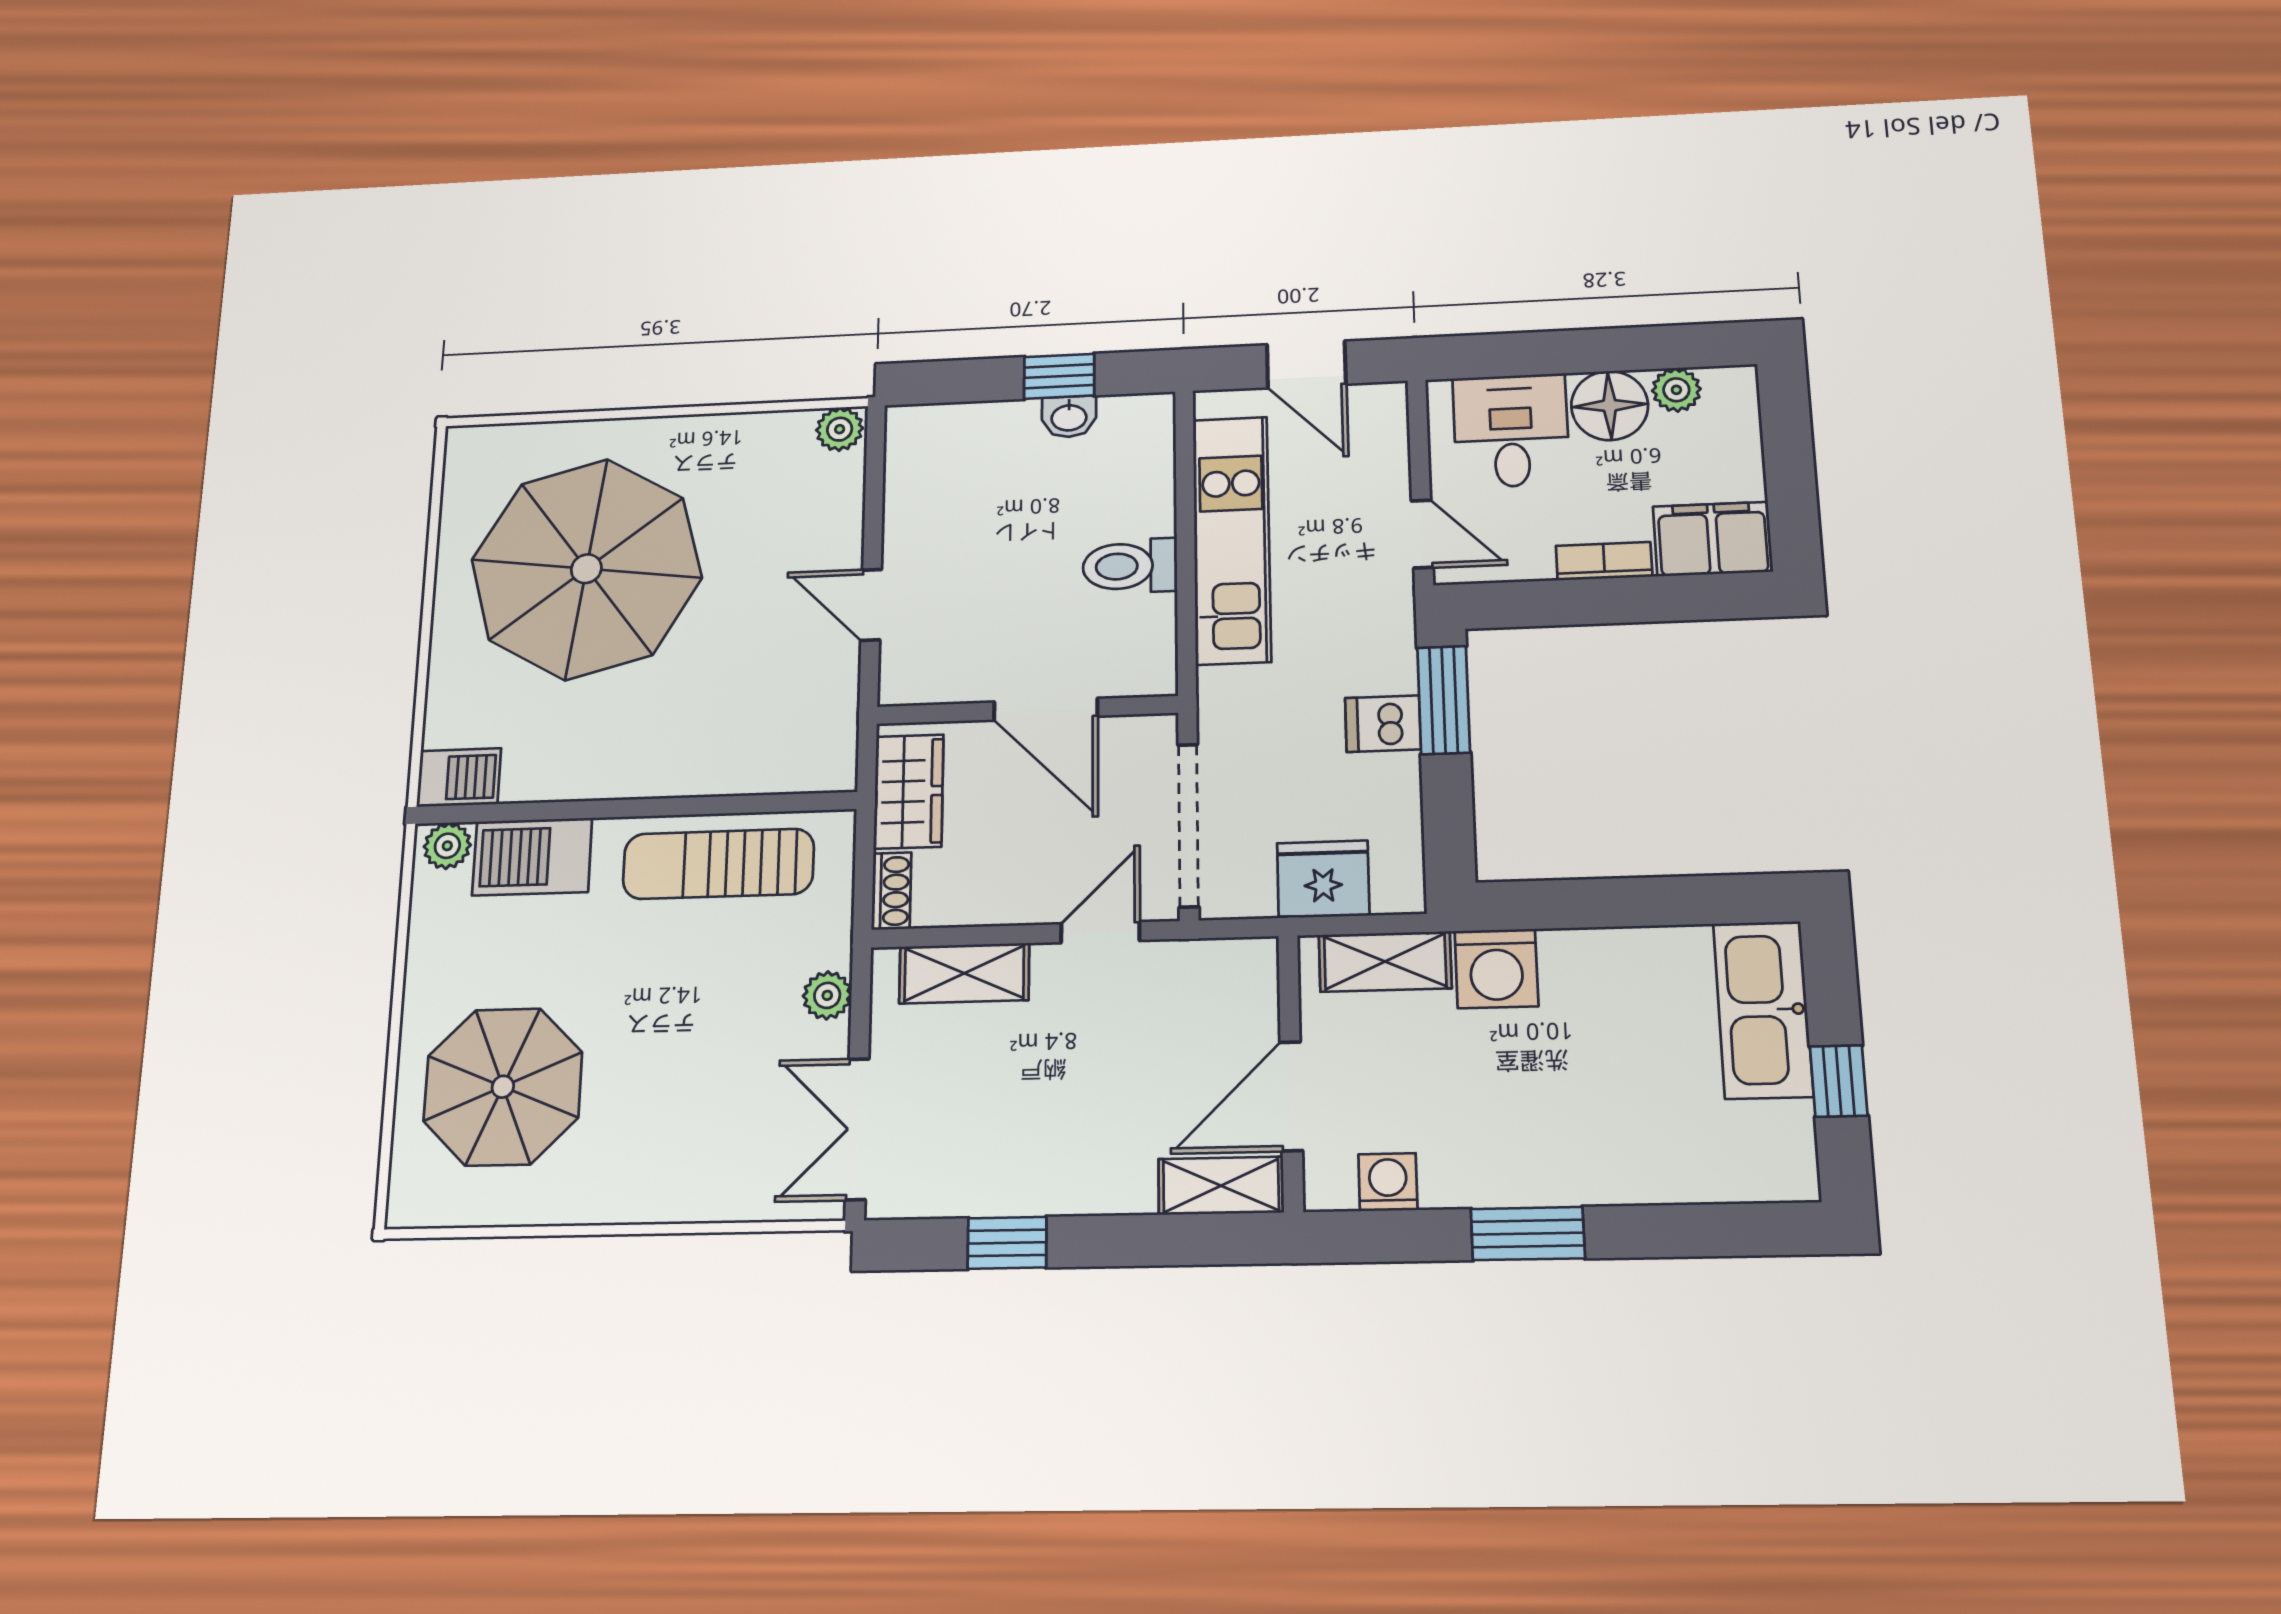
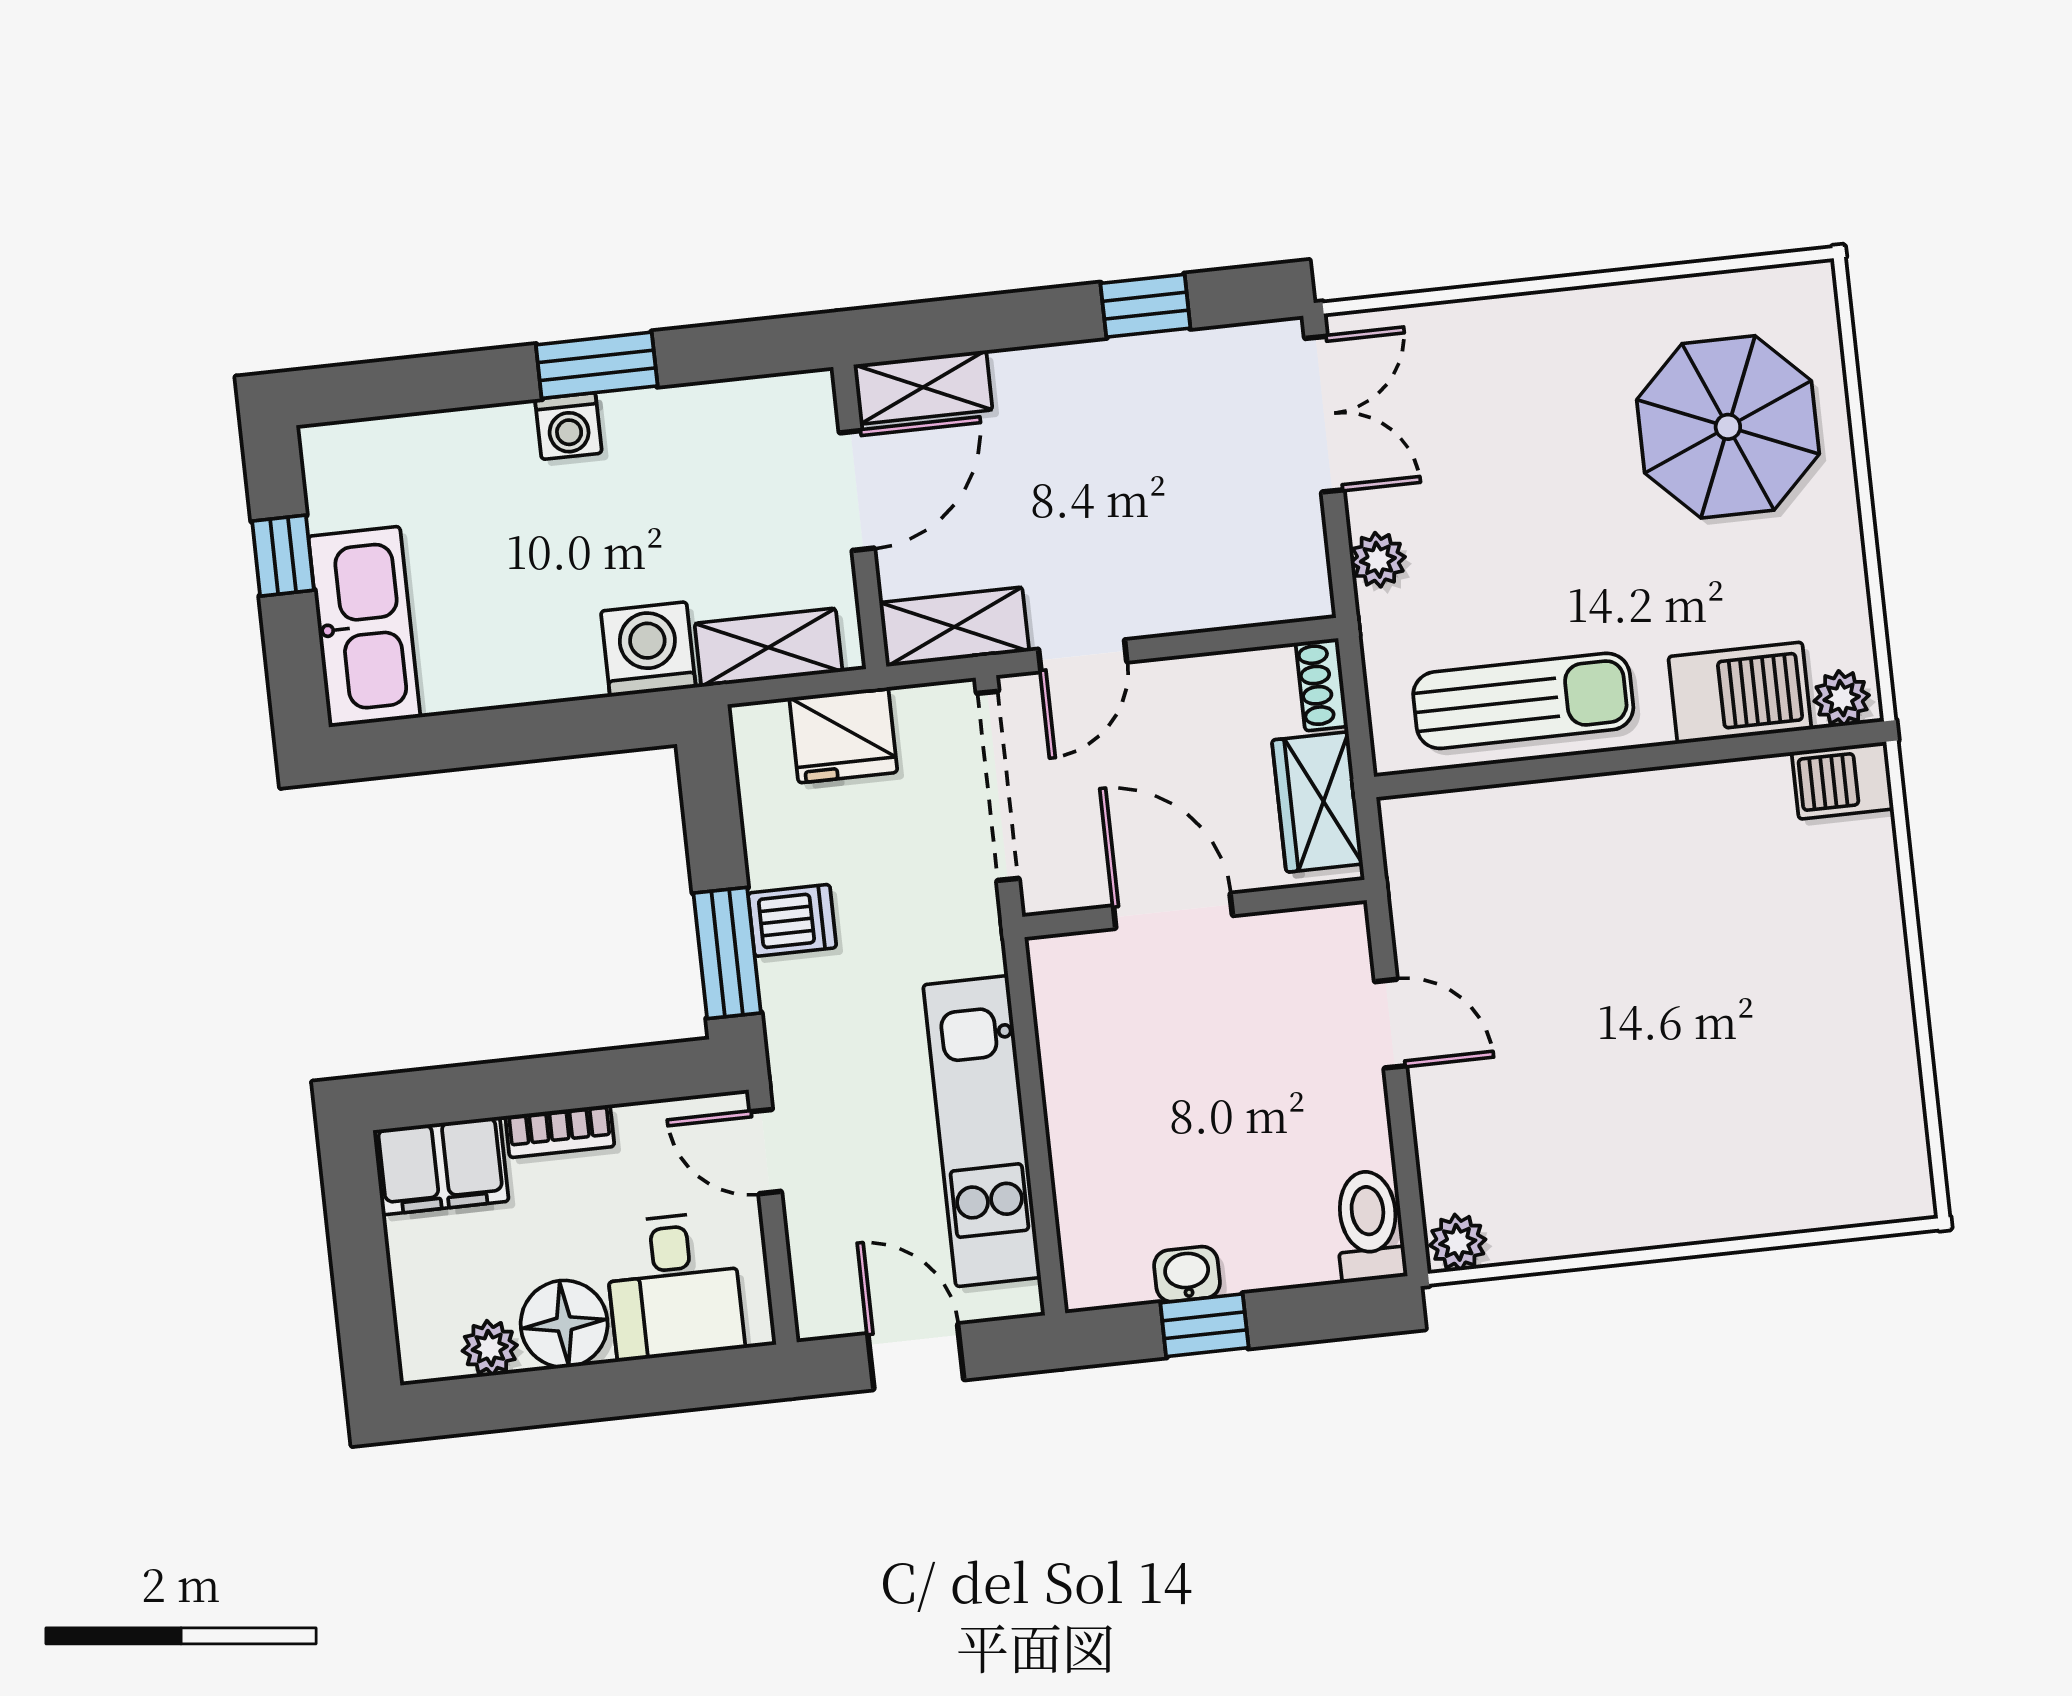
toilet: (1130, 566) -> (1369, 1226), moved, turned -90
parasol: (586, 569) -> (1735, 1047), removed
shelving: (964, 973) -> (954, 627), moved
washing machine: (1388, 1182) -> (568, 426), moved

